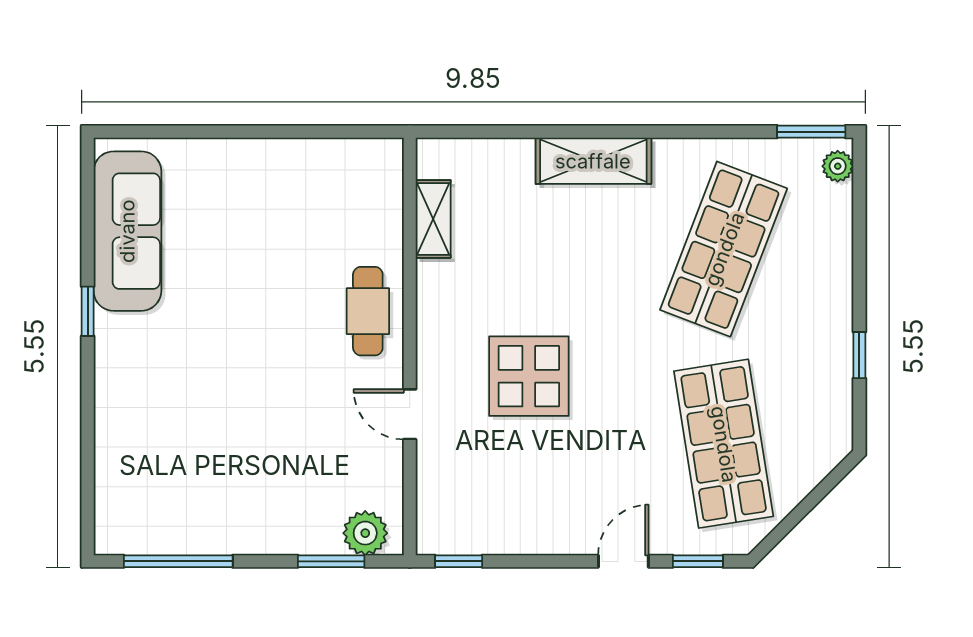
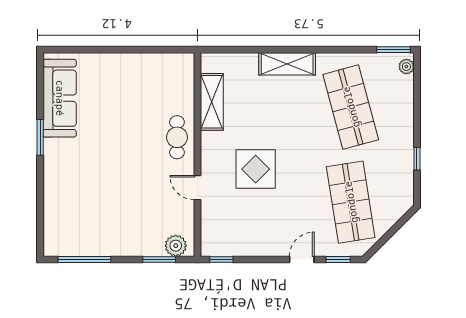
shelving: (433, 219) -> (212, 102), width x1.50, depth x1.33
shop shelf: (724, 249) -> (351, 107), turned -36
window: (88, 311) -> (40, 137), width x1.50

